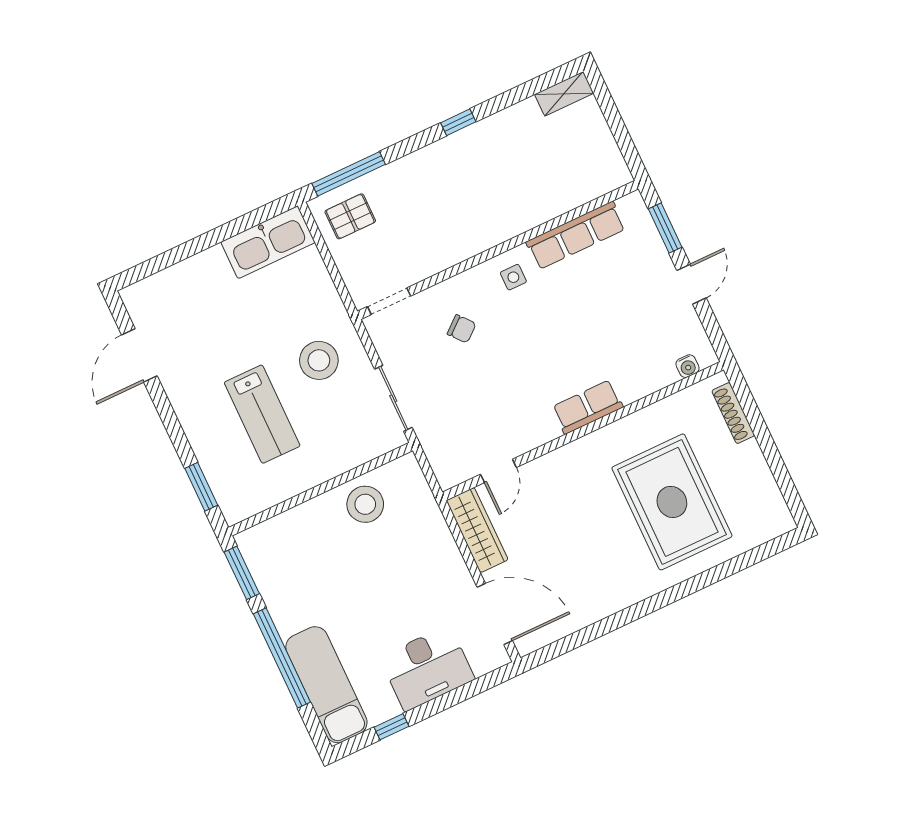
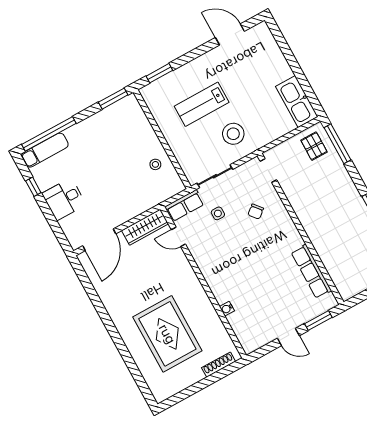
side table: (513, 277) -> (218, 213), moved
water cooler: (687, 366) -> (227, 309), moved
row of seats: (588, 407) -> (185, 205), moved, turned 90
rug: (672, 502) -> (167, 334), turned 90
stool: (365, 504) -> (155, 164), width x0.53, depth x0.53
window: (282, 658) -> (49, 134), moved
desk: (427, 668) -> (64, 199), width x0.73
exam couch: (326, 685) -> (45, 150), width x0.73, depth x0.69

